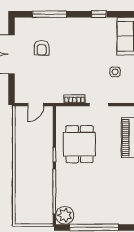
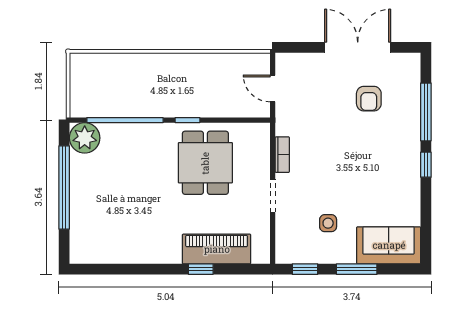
window: (99, 14) -> (426, 165), moved
armchair: (42, 48) -> (369, 99), turned -90
dining table: (79, 144) -> (205, 163), turned 90

